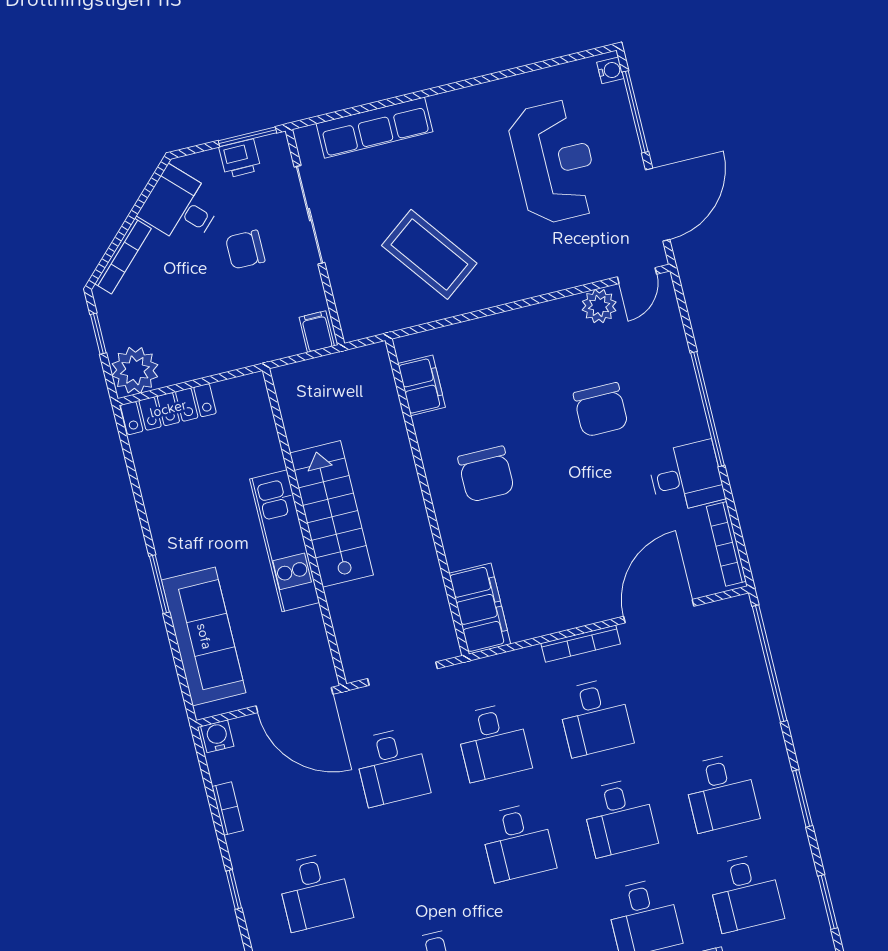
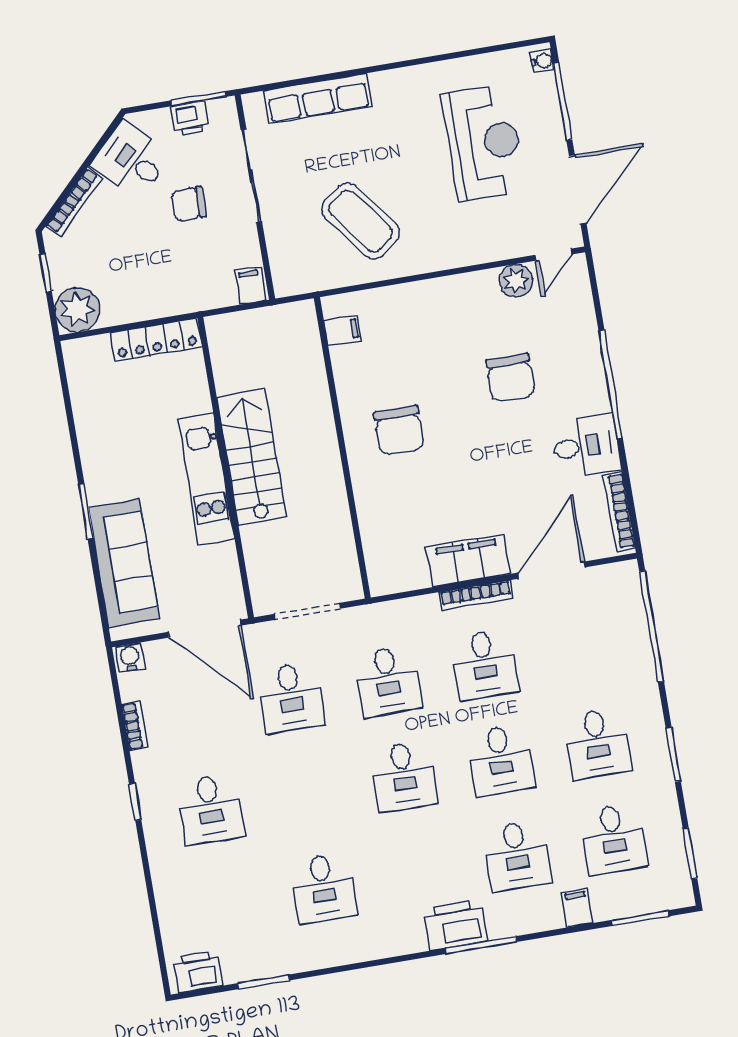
filing cabinet: (422, 385) -> (343, 330), width x0.50
locker: (168, 409) -> (156, 340), moved
filing cabinet: (480, 609) -> (468, 561), moved, turned -90

